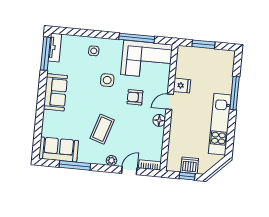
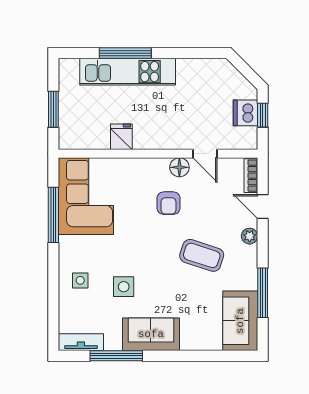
window: (45, 54) -> (116, 356), moved
side table: (107, 80) -> (124, 287), moved
armchair: (135, 97) -> (169, 203), moved
door: (170, 102) -> (205, 154), moved
kitchen unit: (220, 124) -> (128, 72), moved

